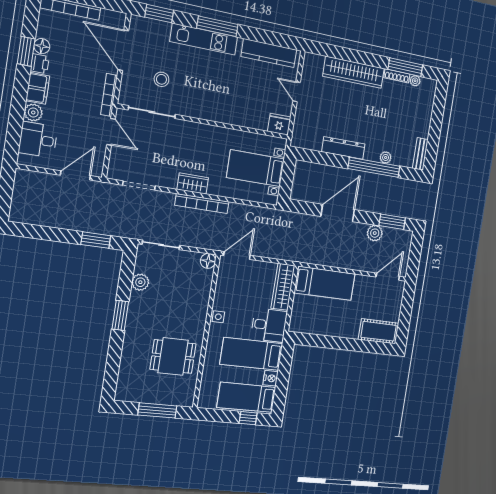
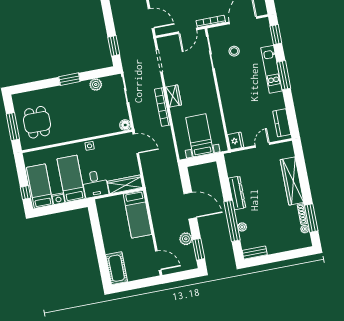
kitchen counter: (269, 53) -> (282, 123), width x0.67
dining table: (173, 357) -> (37, 122), moved

